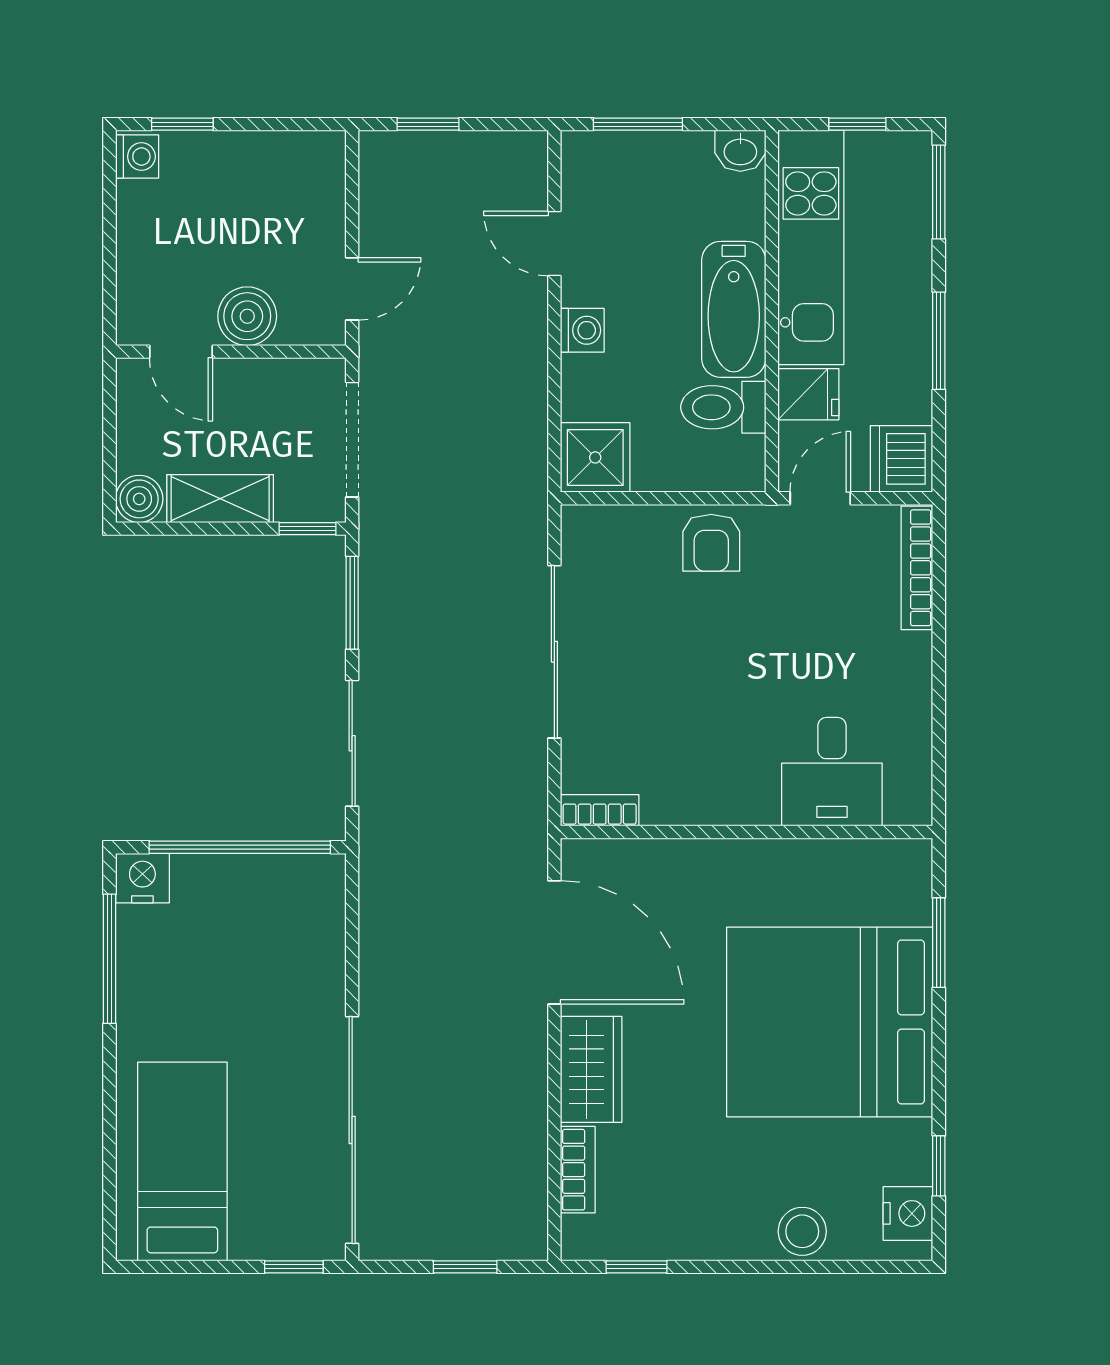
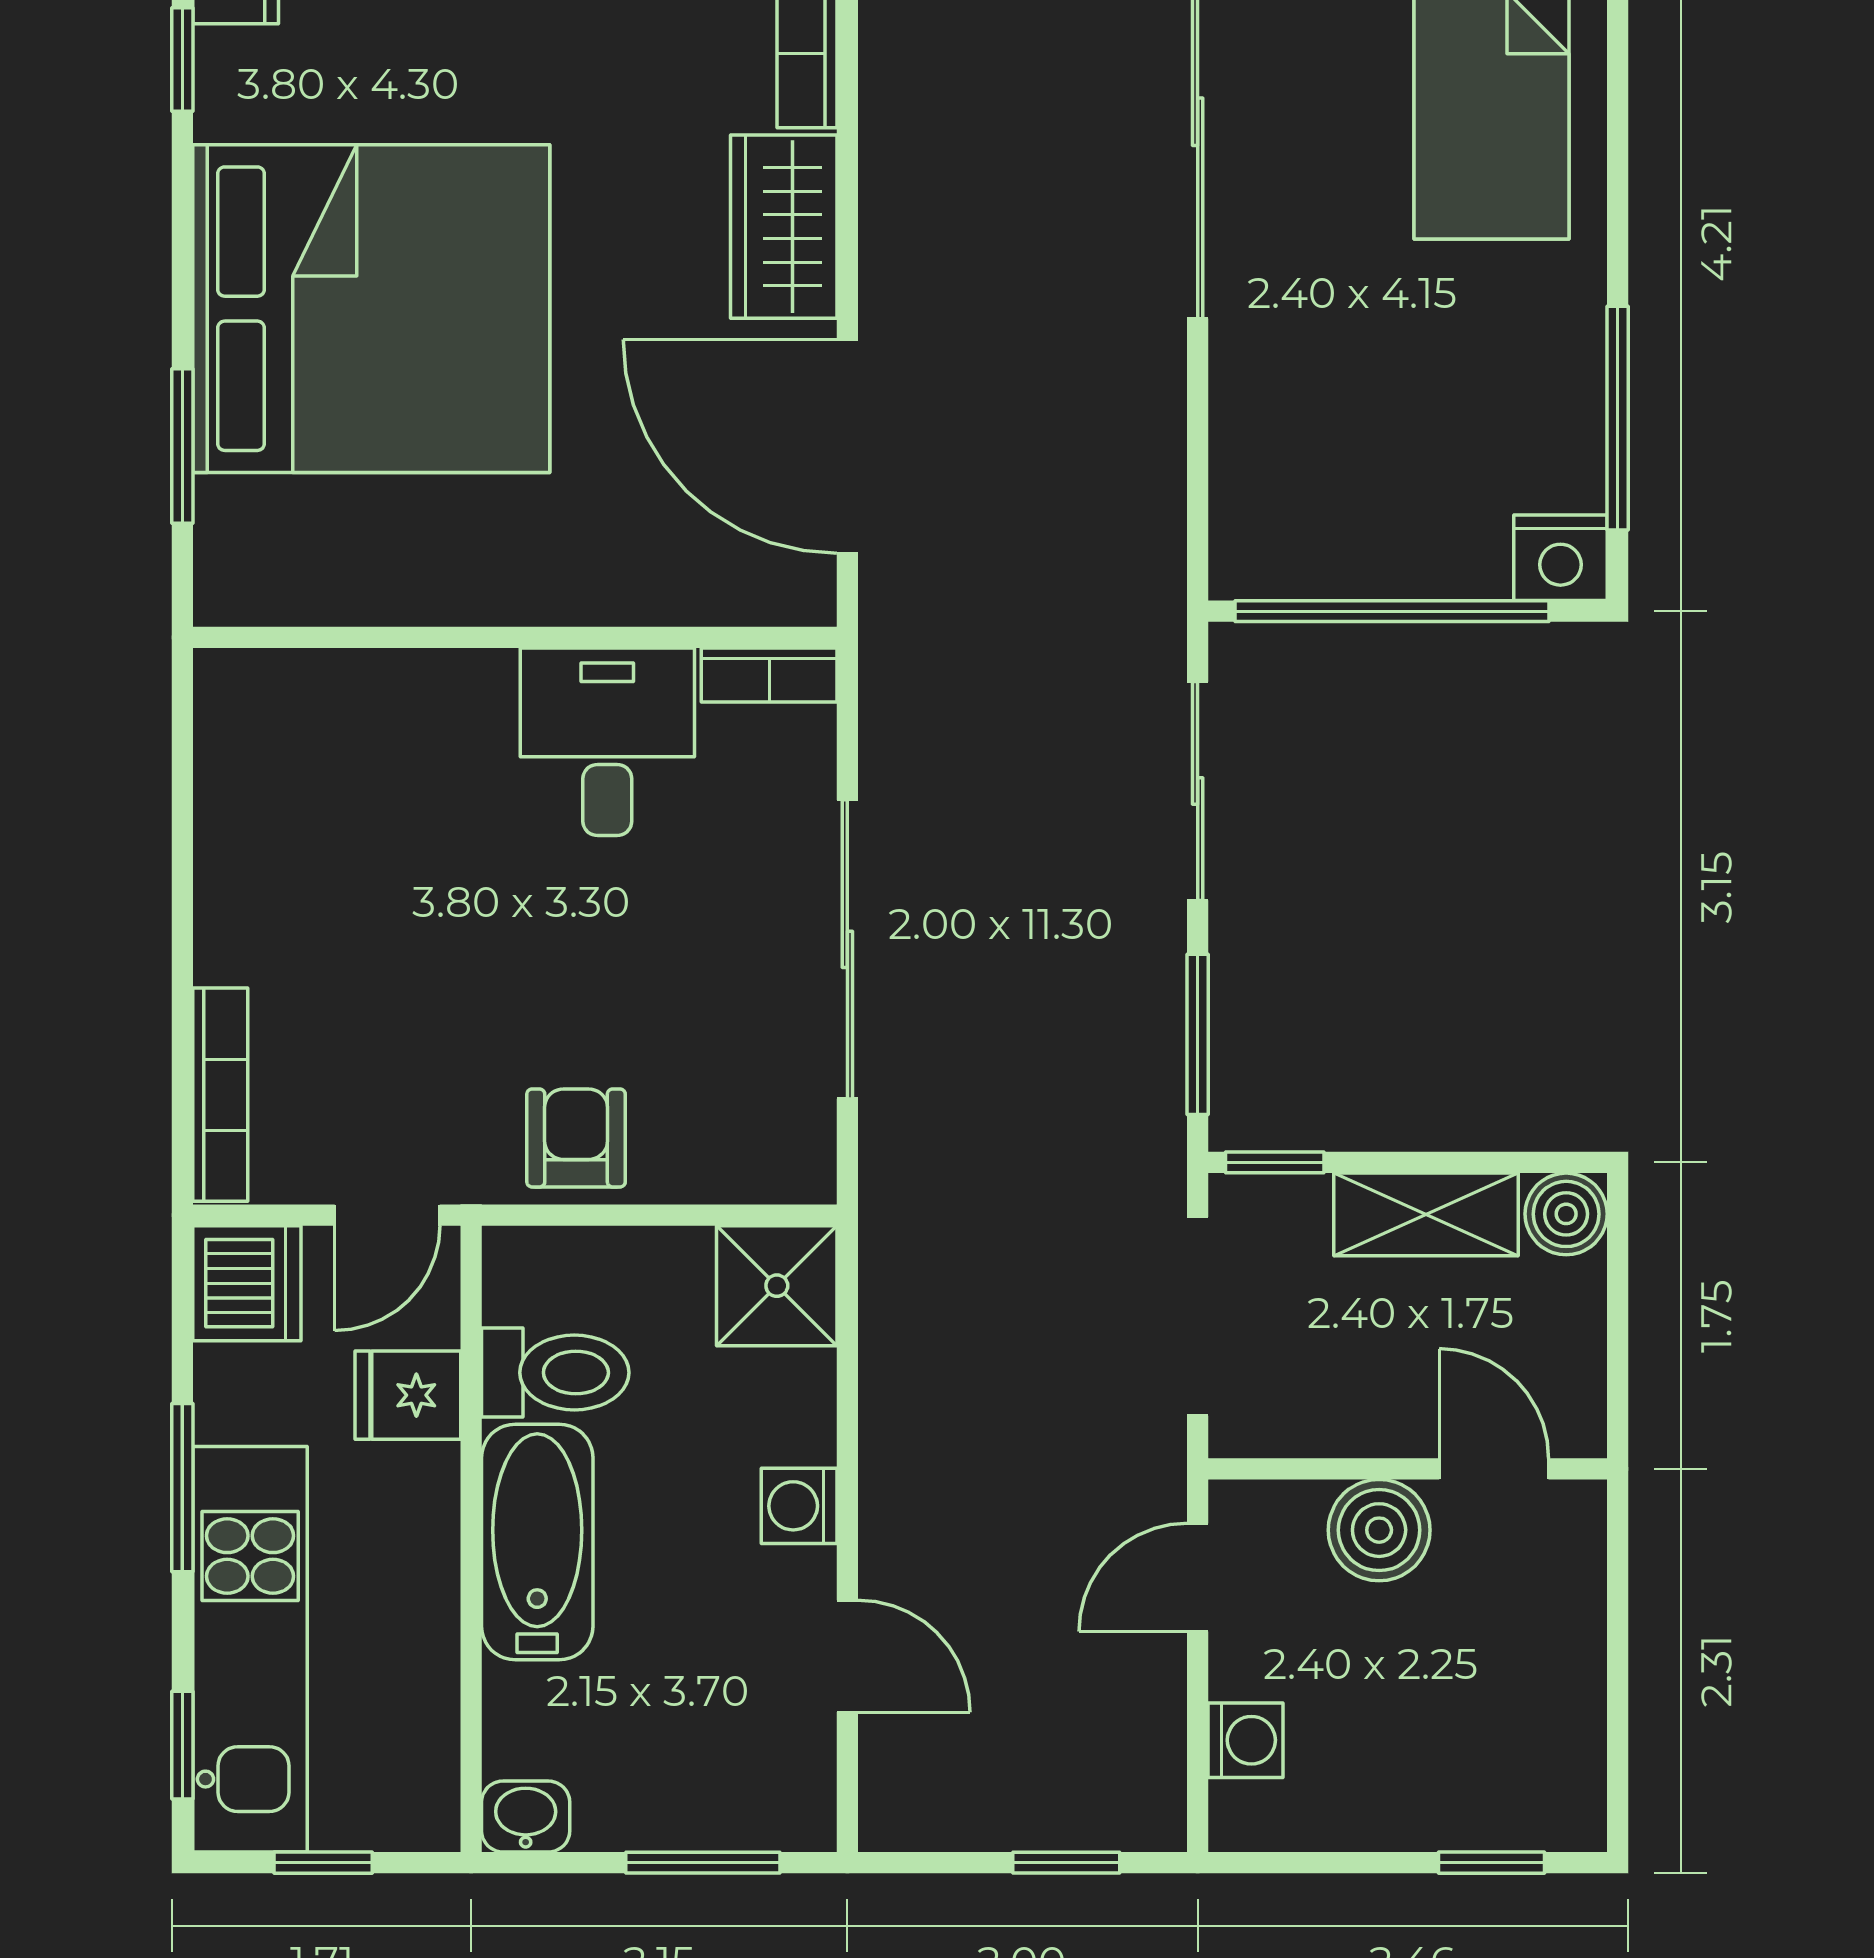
washing machine: (137, 157) -> (1245, 1740), moved, turned 180
window: (939, 192) -> (182, 1745), width x0.67
kitchen unit: (811, 247) -> (250, 1649), moved, turned 180
desk: (832, 772) -> (607, 742), moved

